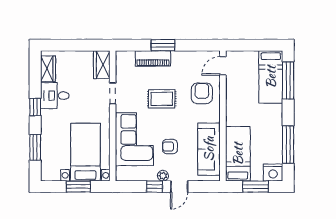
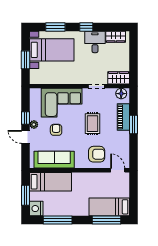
floor lamp: (122, 61) -> (121, 94), added
bed with nightstands: (85, 152) -> (52, 50), moved

